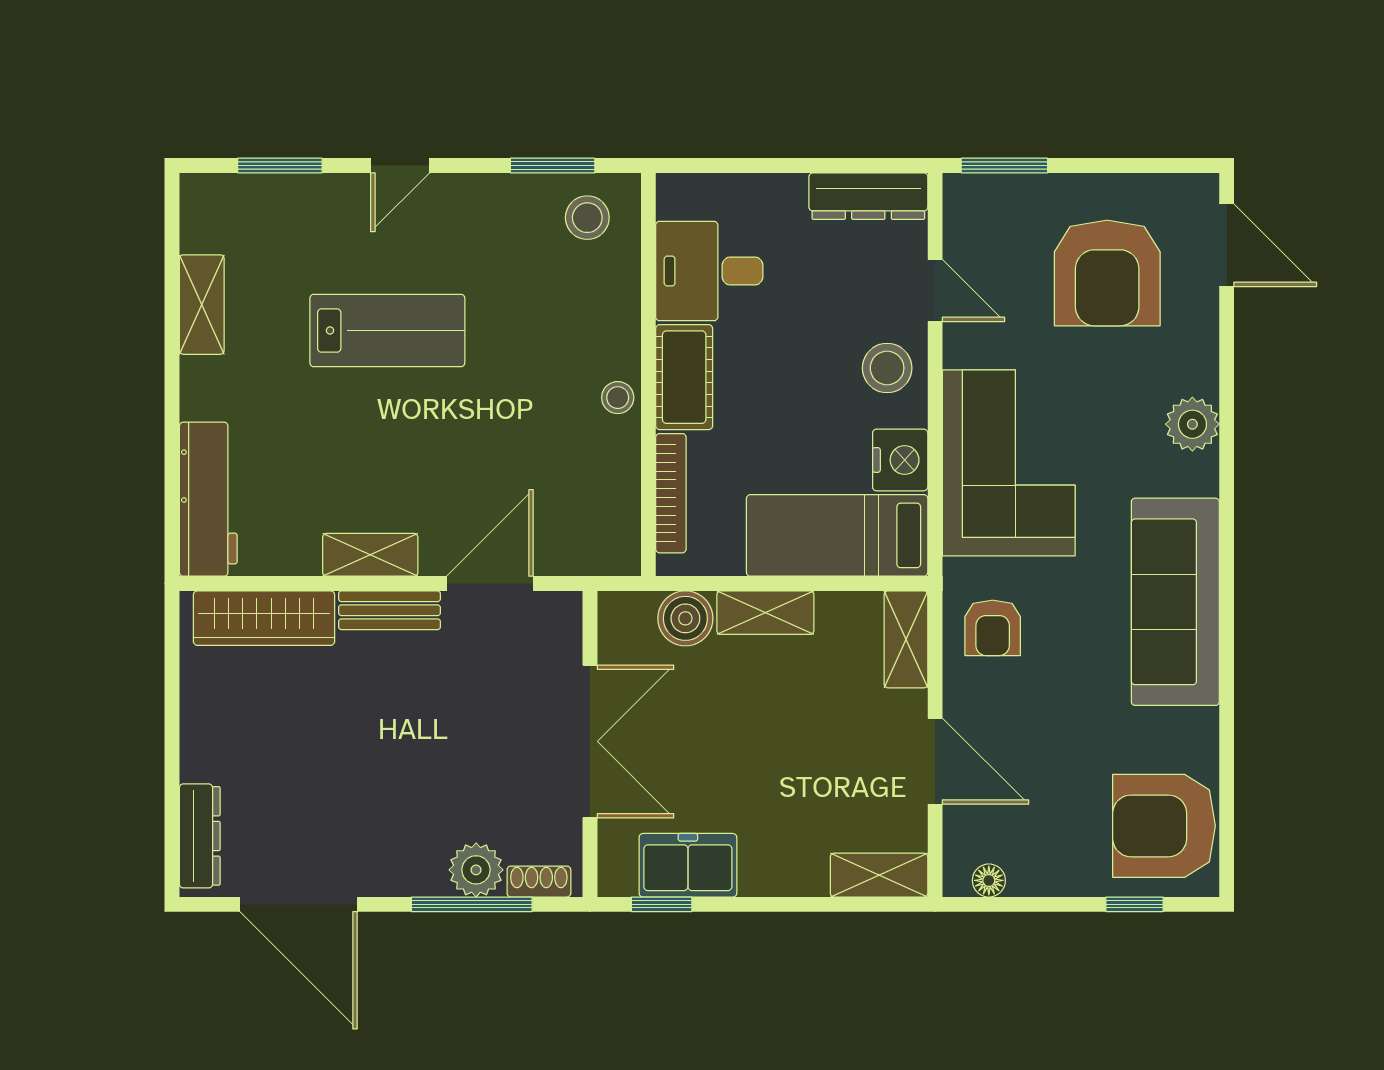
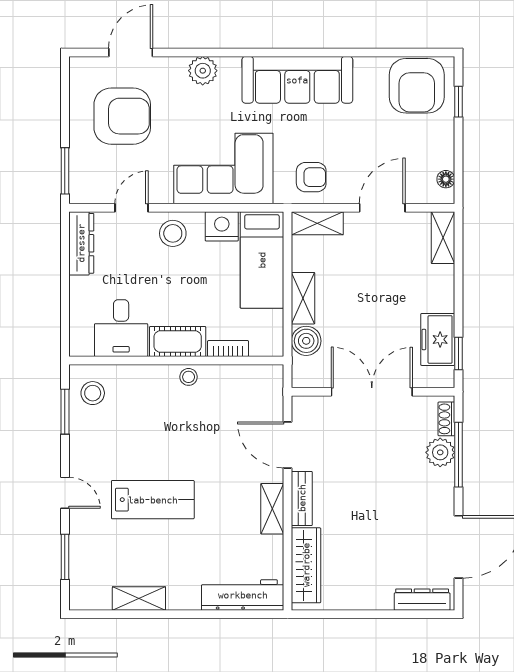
door: (1227, 245) -> (131, 52), moved
lab bench: (387, 330) -> (153, 500), turned 90
bookcase: (671, 493) -> (228, 349), width x0.64

